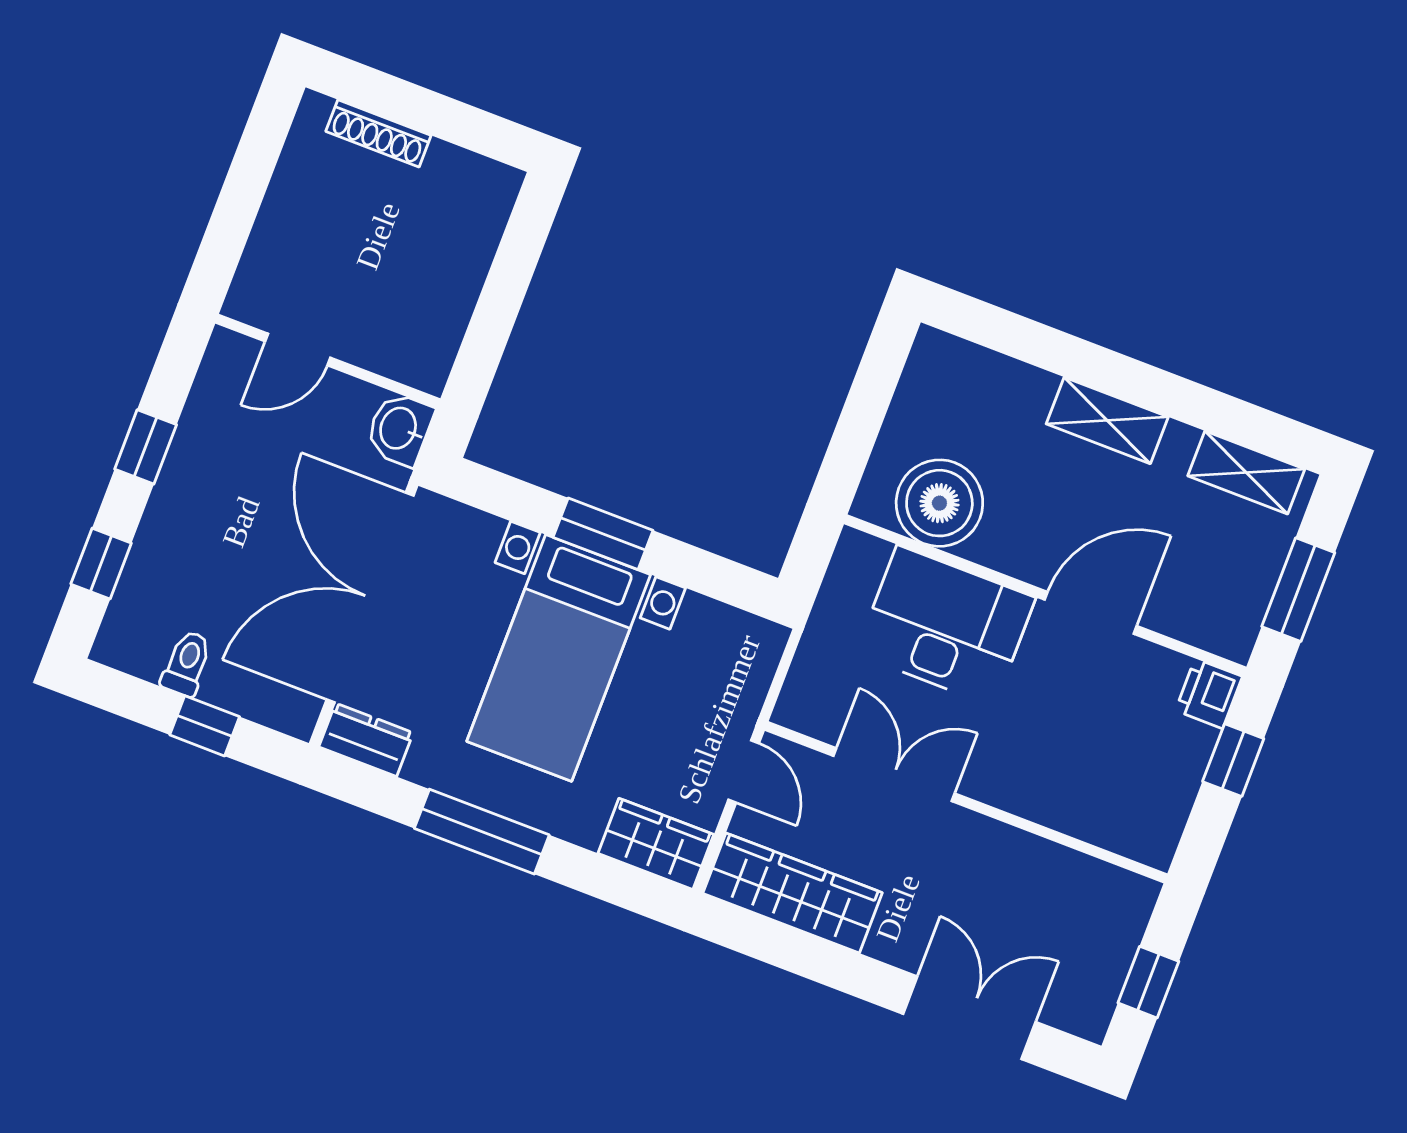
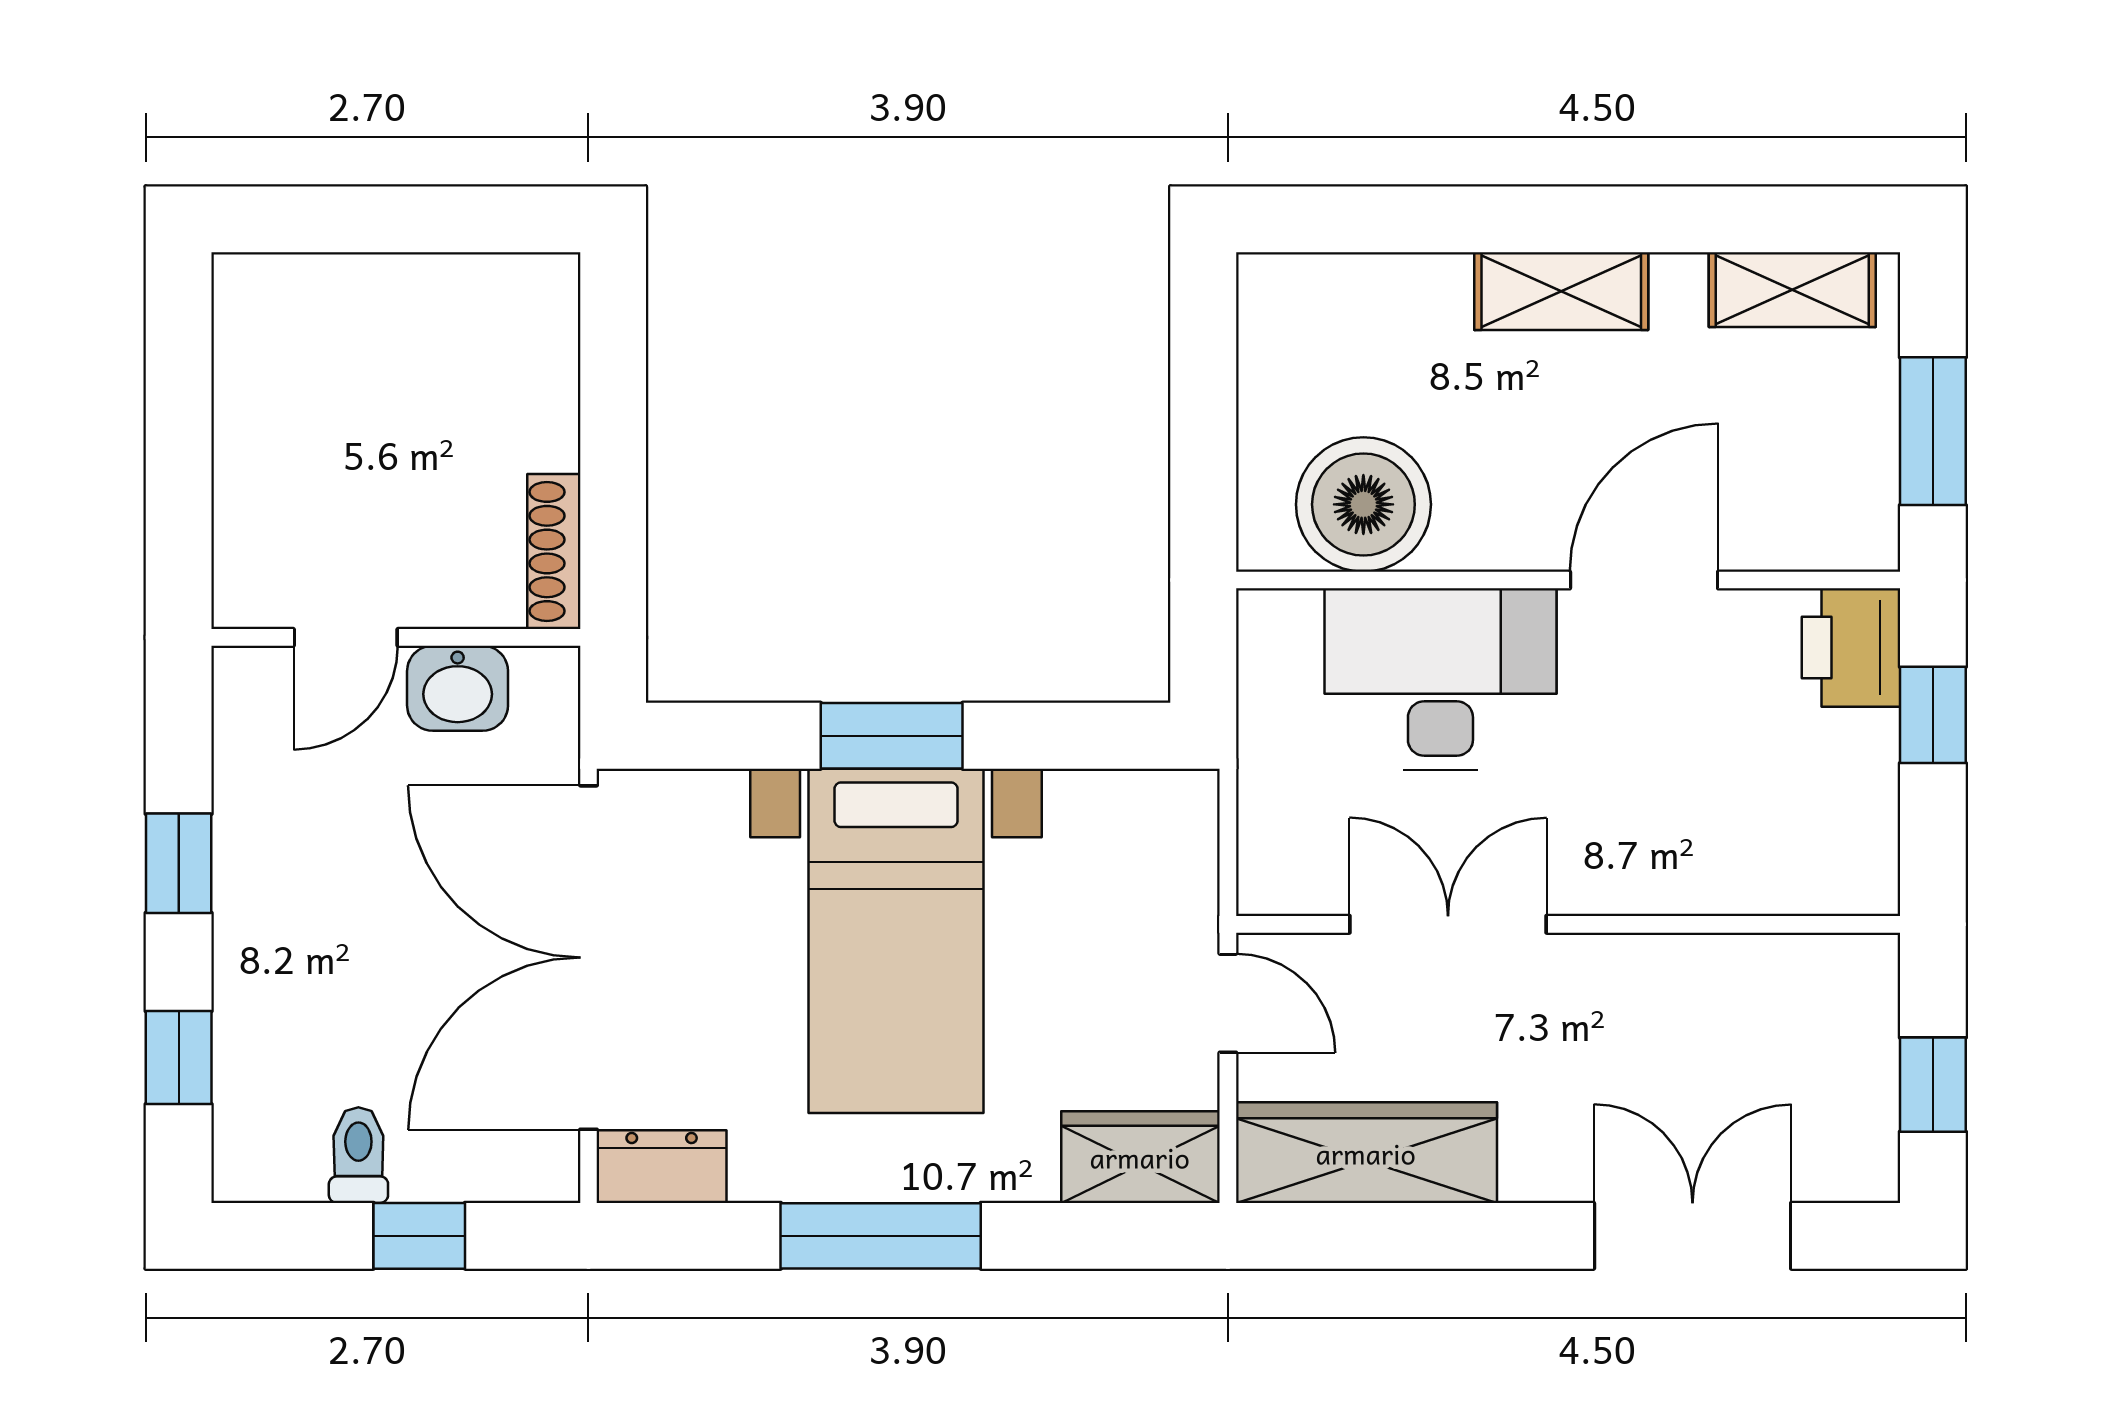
shoe rack: (378, 133) -> (554, 552), moved, turned 90
washbasin: (400, 429) -> (458, 688), moved, turned -90
printer: (1209, 694) -> (1851, 648), width x1.36, depth x1.24

